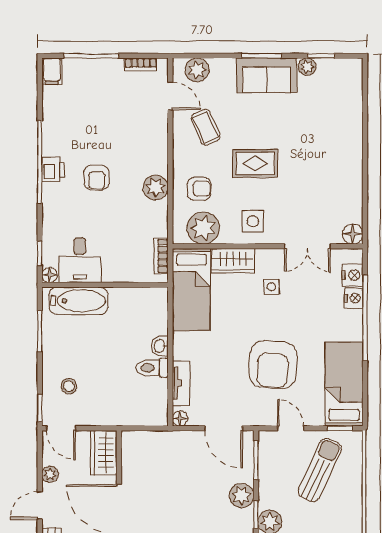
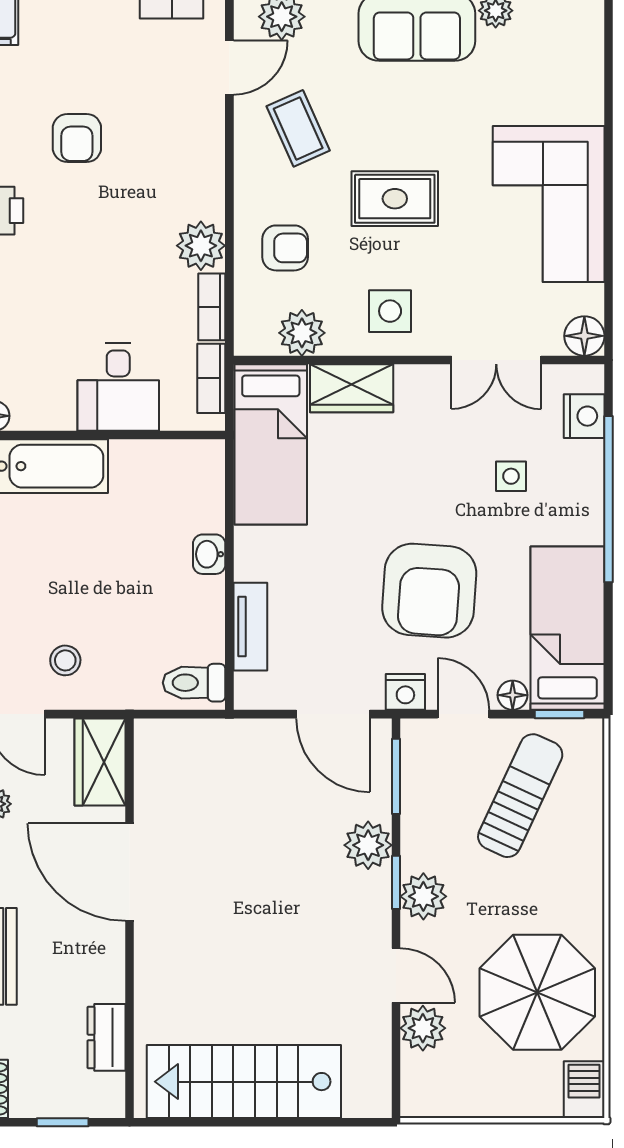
door: (170, 96) -> (229, 68), hinge flipped
corner sofa: (334, 166) -> (549, 204), added
armchair: (97, 177) -> (77, 138), moved
bookcase: (161, 219) -> (212, 307), added
plant: (203, 228) -> (302, 333), width x0.73, depth x0.73
desk: (80, 260) -> (118, 387), moved
side table: (271, 287) -> (511, 476), moved
nightstand: (354, 298) -> (405, 692), moved, turned 90
toilet: (152, 368) -> (194, 683), moved
stool: (69, 386) -> (65, 660), moved
floor lamp: (180, 418) -> (513, 695), moved

